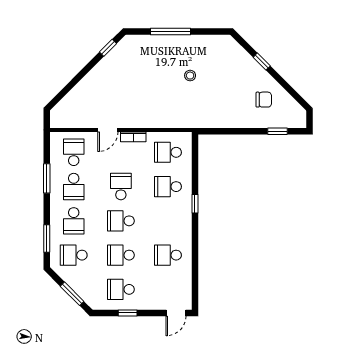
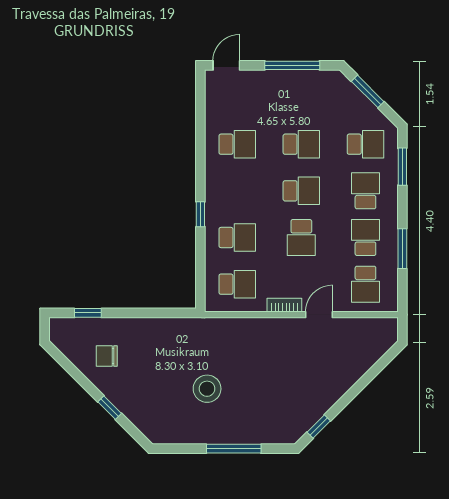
stool: (190, 76) -> (207, 389), width x1.89, depth x1.89
school desk: (121, 289) -> (301, 98), removed
window: (128, 313) -> (292, 65), width x2.17

